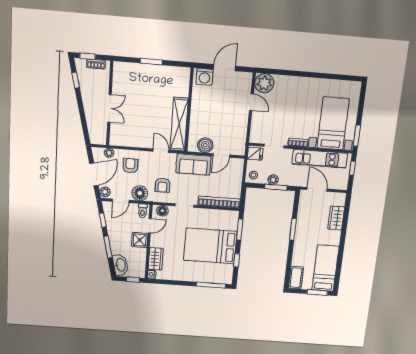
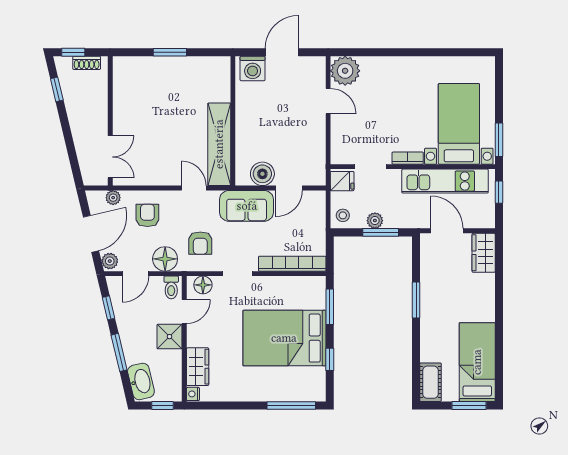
double door: (109, 108) -> (110, 157), moved
wardrobe: (336, 218) -> (484, 253), moved

